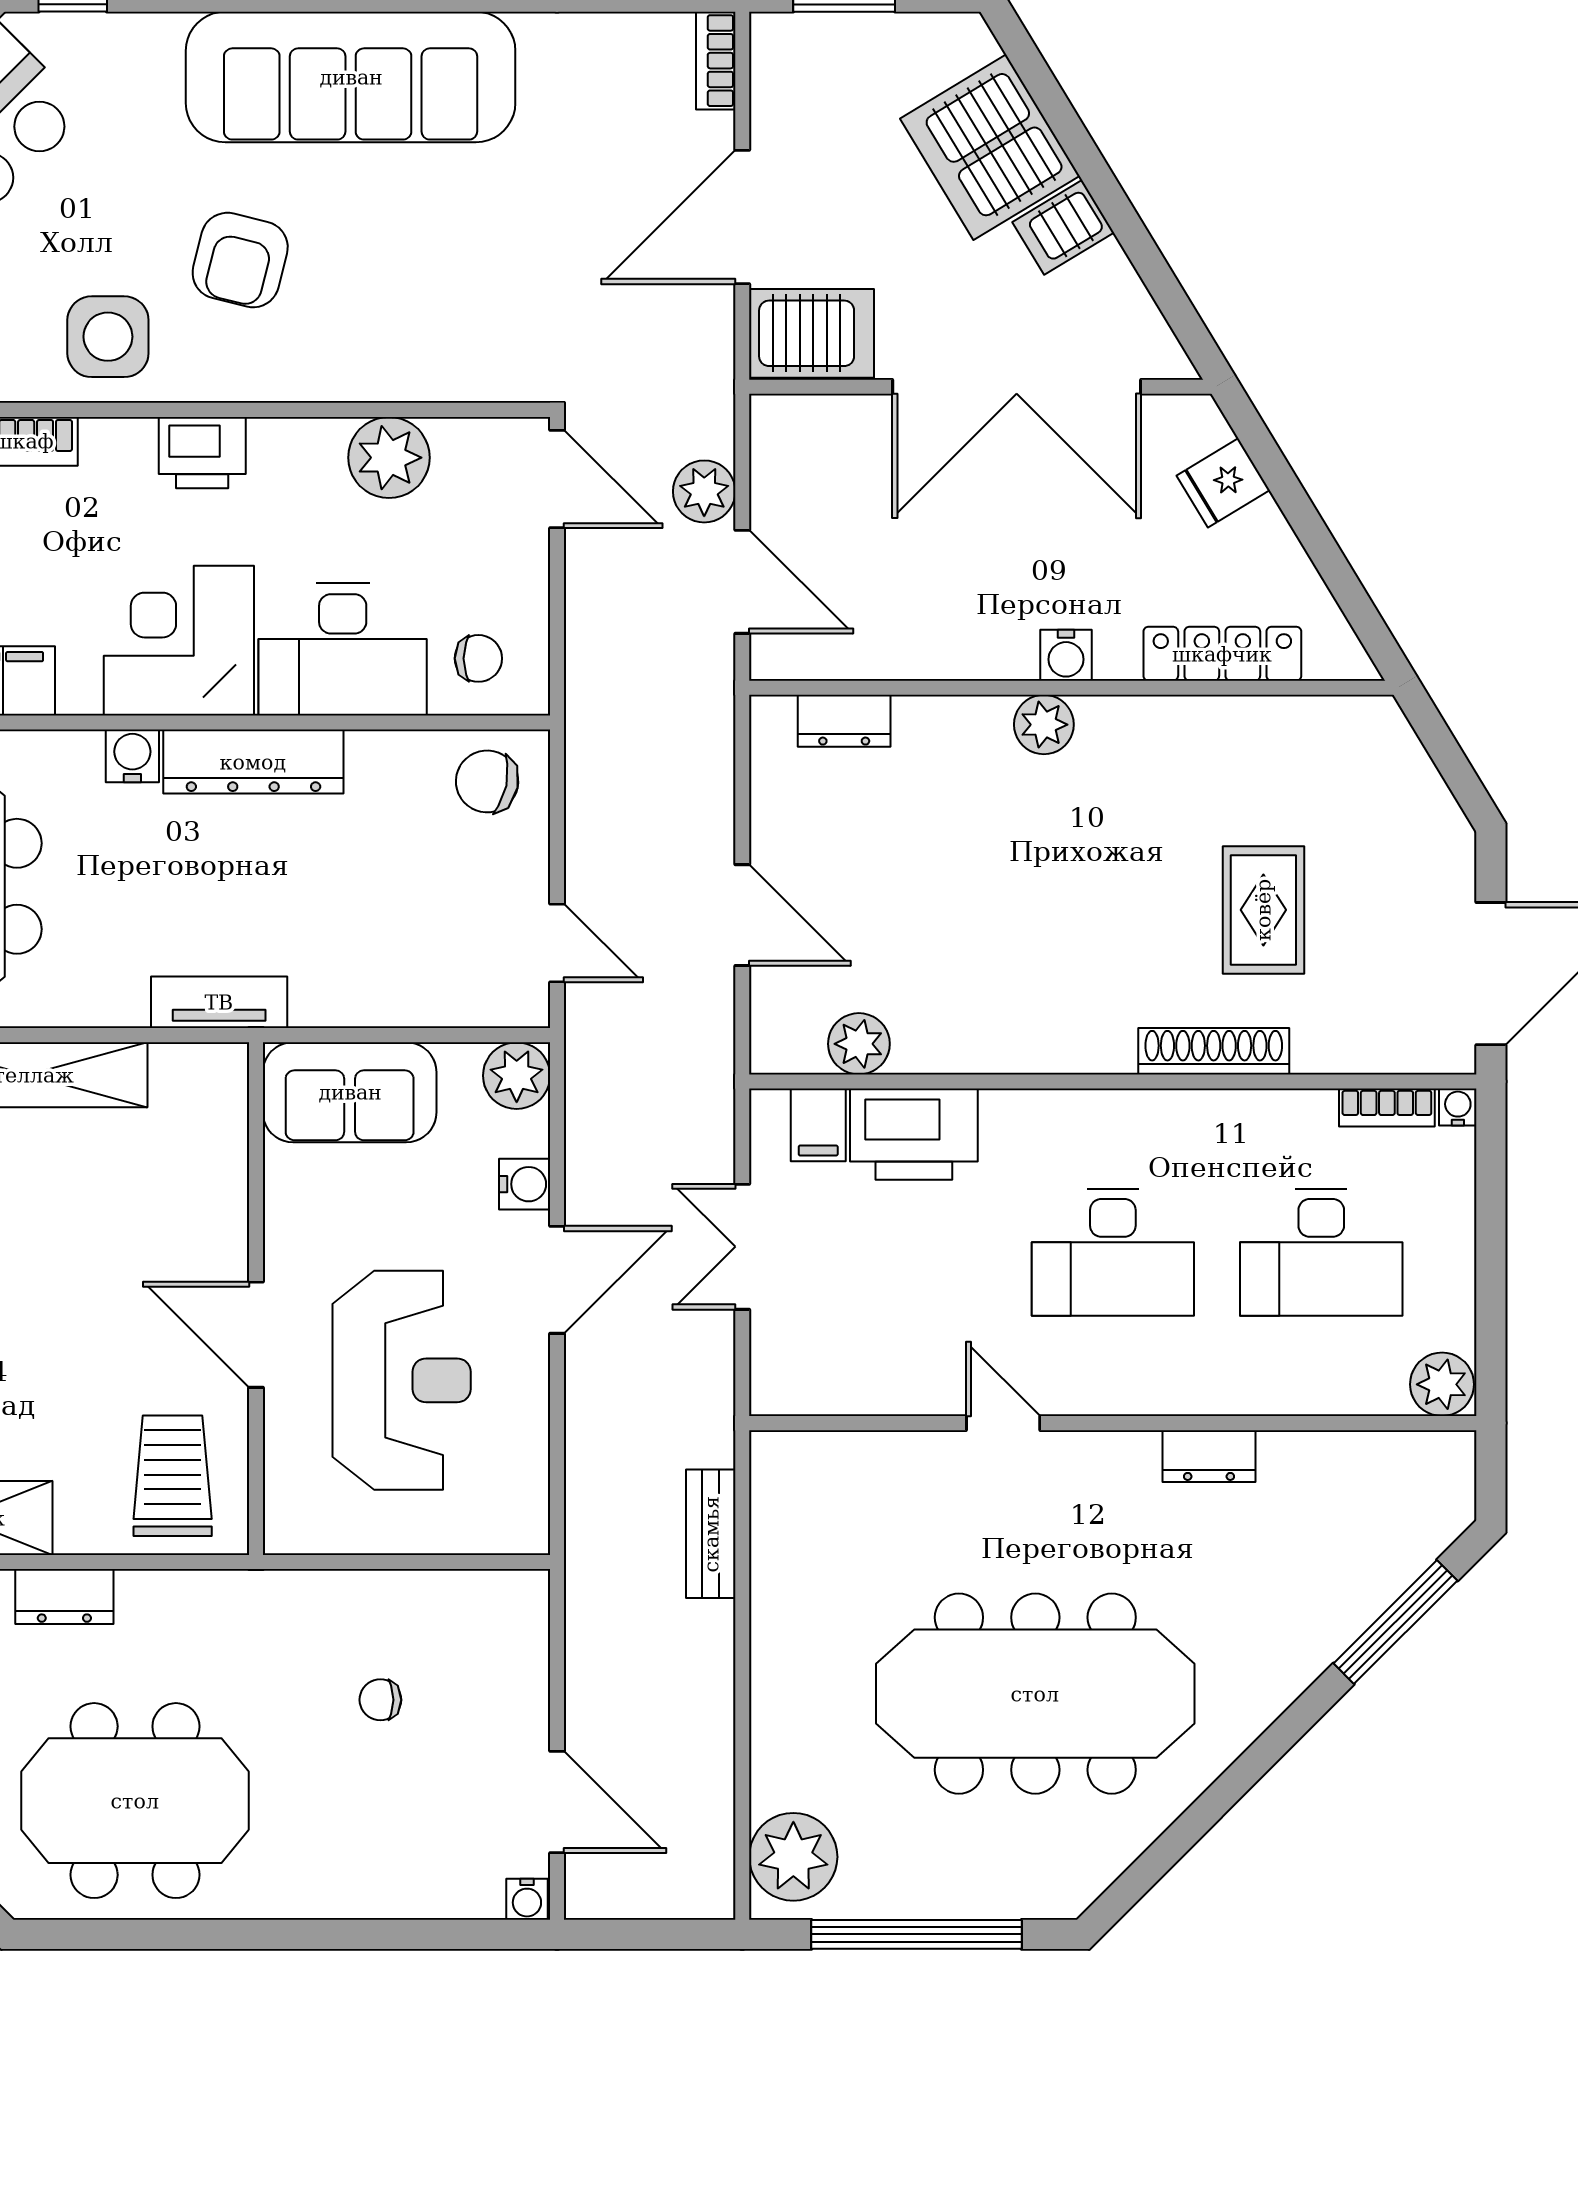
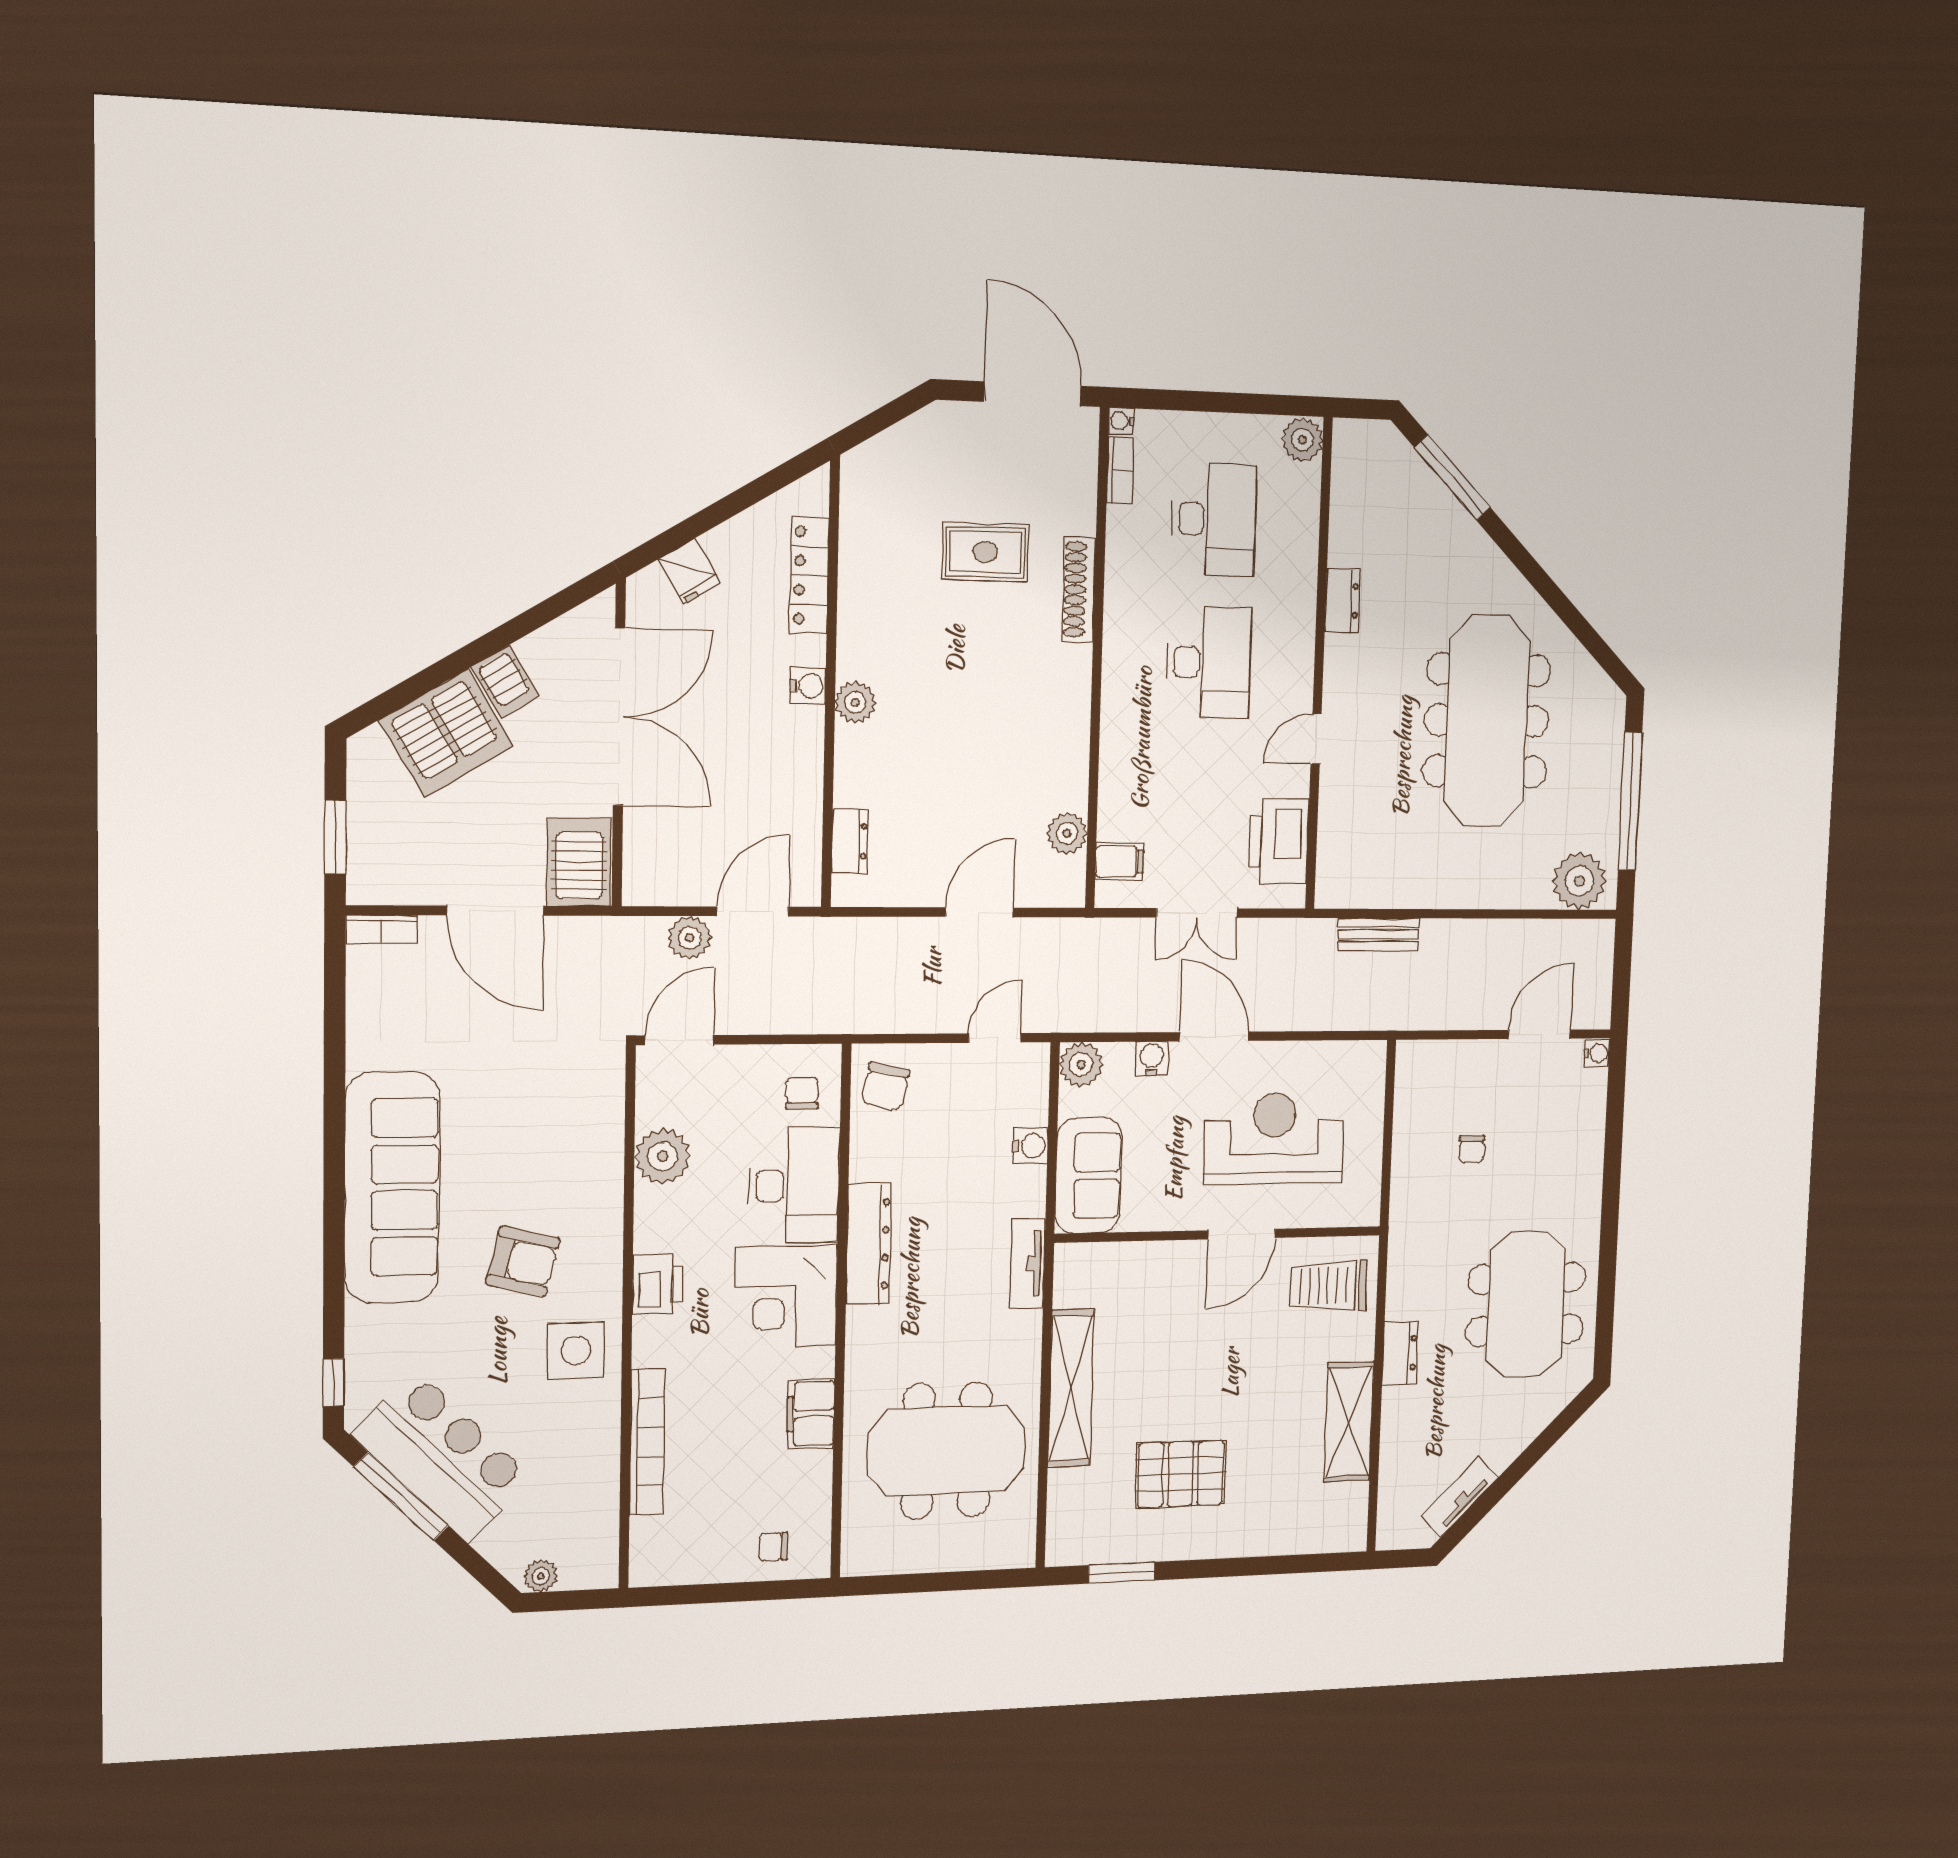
water cooler: (132, 756) -> (1030, 1146), moved, turned 180
printer: (914, 1134) -> (1279, 842), moved, turned 180

